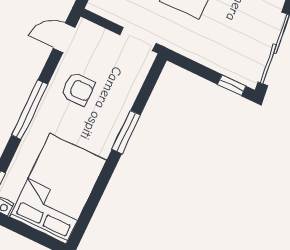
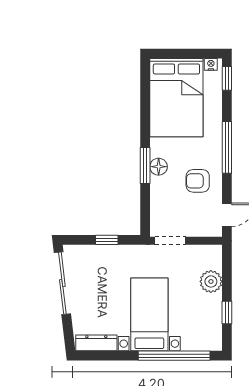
window: (232, 85) -> (107, 240), moved
floor lamp: (112, 124) -> (159, 167), added

